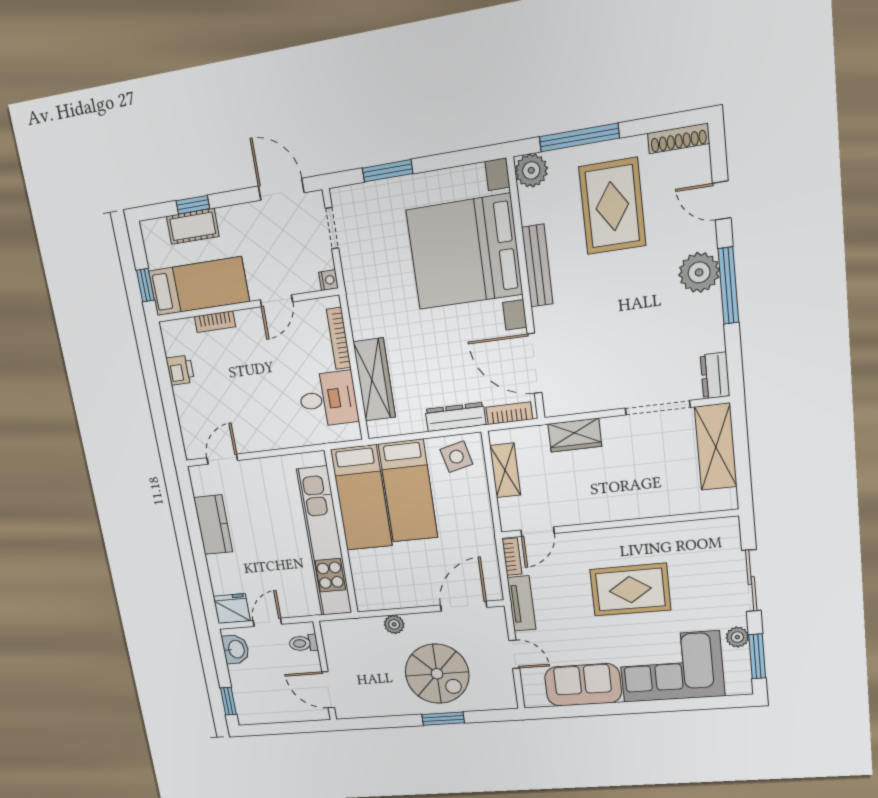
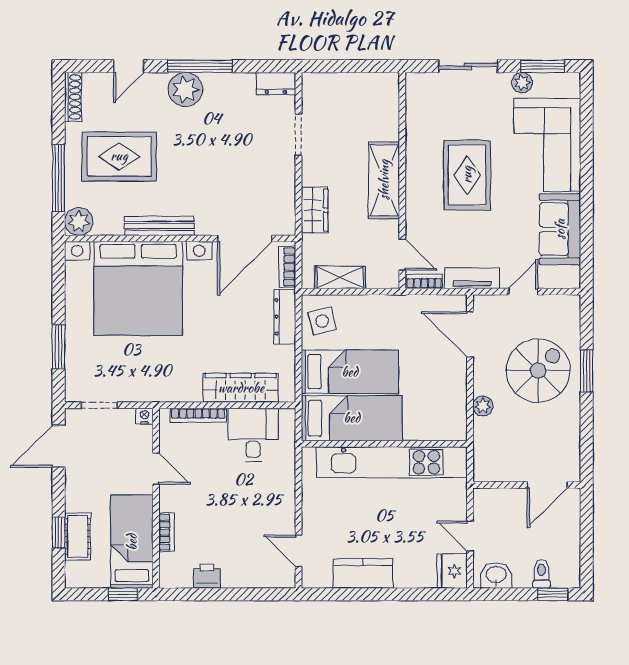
doorway: (658, 408) -> (298, 135), width x0.73
shelving: (716, 447) -> (384, 180), moved, turned 90
toilet: (303, 643) -> (541, 574), moved, turned 180

